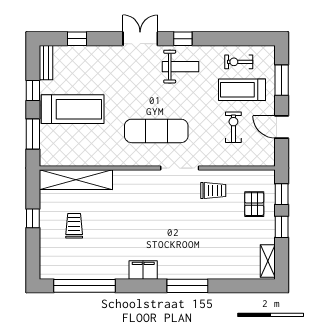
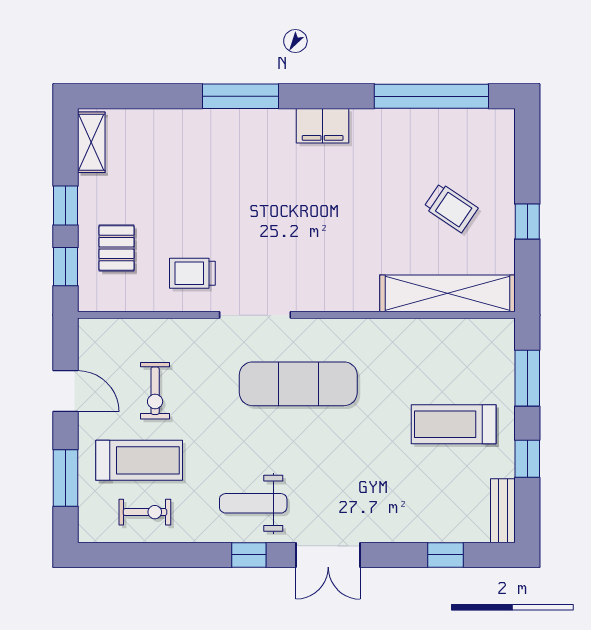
treadmill: (73, 109) -> (454, 424), width x0.73, depth x0.73
trolley: (74, 226) -> (451, 208), turned -56

